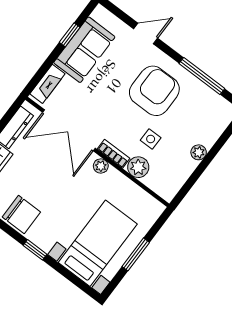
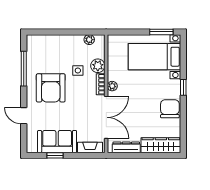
armchair: (154, 91) -> (51, 88), turned -90
plant: (199, 152) -> (89, 40), moved
window: (136, 254) -> (161, 32), moved

